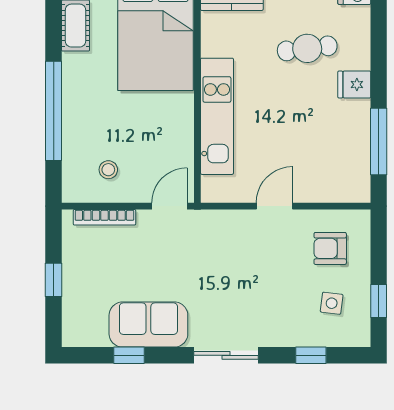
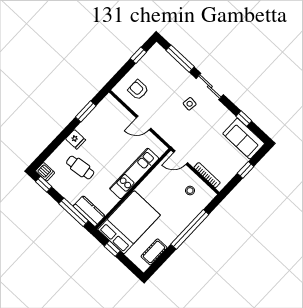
window: (379, 141) -> (86, 111), width x0.69
armchair: (330, 248) -> (138, 90), turned 180
side table: (332, 303) -> (190, 104), moved
sofa: (148, 325) -> (244, 139), moved
window: (311, 355) -> (180, 59), width x2.17

